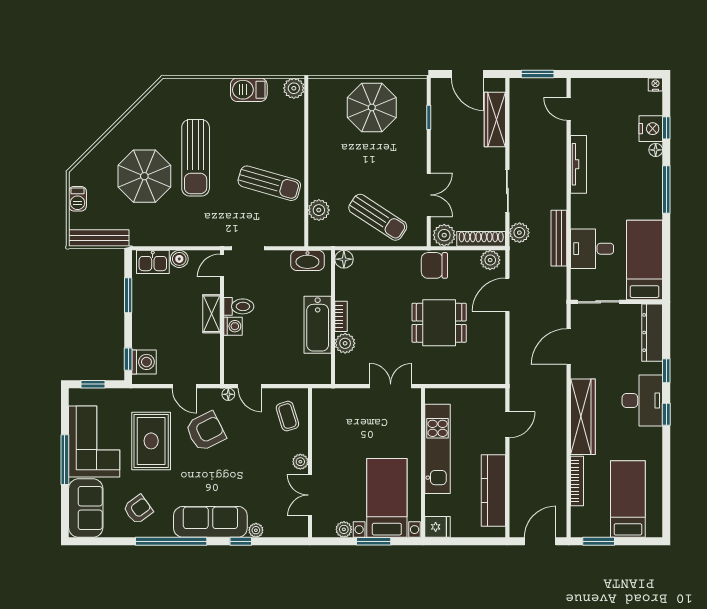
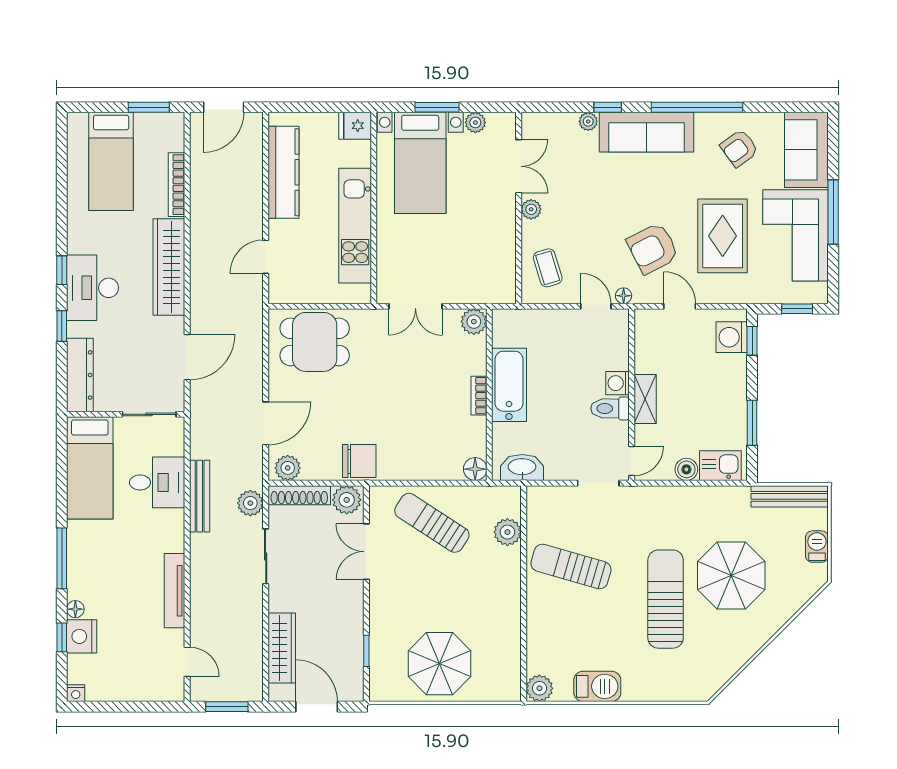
dining table: (439, 323) -> (315, 342), moved
plant: (345, 343) -> (474, 322), moved

